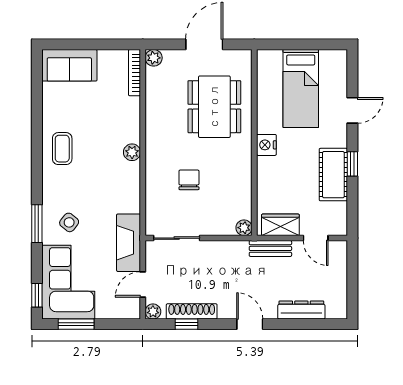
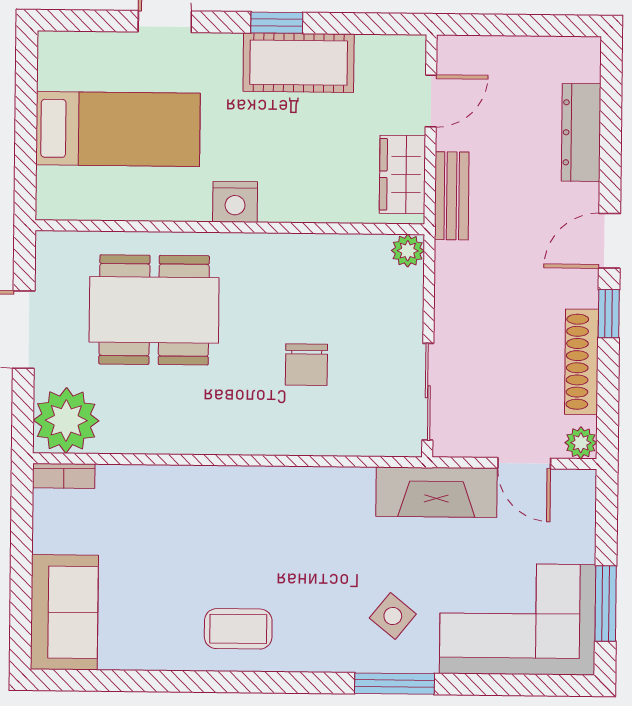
plant: (154, 58) -> (66, 420), width x1.87, depth x1.87
bookcase: (135, 73) -> (64, 476), width x0.64
plant: (132, 152) -> (247, 483), removed
chair: (189, 180) -> (306, 365), turned -90
window: (37, 295) -> (544, 685), removed
window: (187, 324) -> (609, 314), moved

